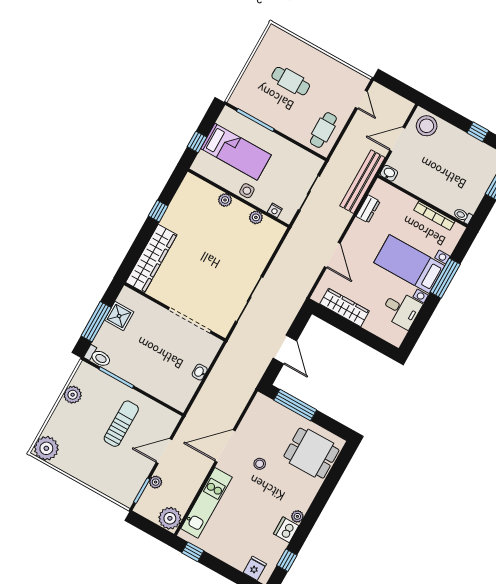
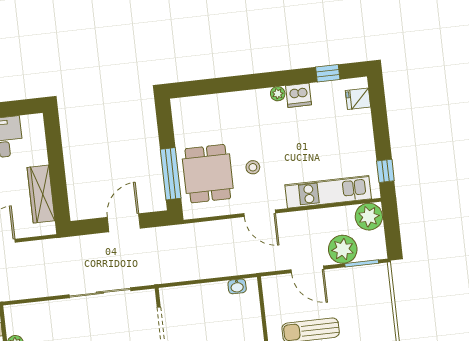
washbasin: (200, 372) -> (237, 286), moved
door: (225, 446) -> (260, 213), width x0.73
dining table: (311, 453) -> (208, 174), moved
plant: (156, 482) -> (343, 249), width x1.87, depth x1.87

